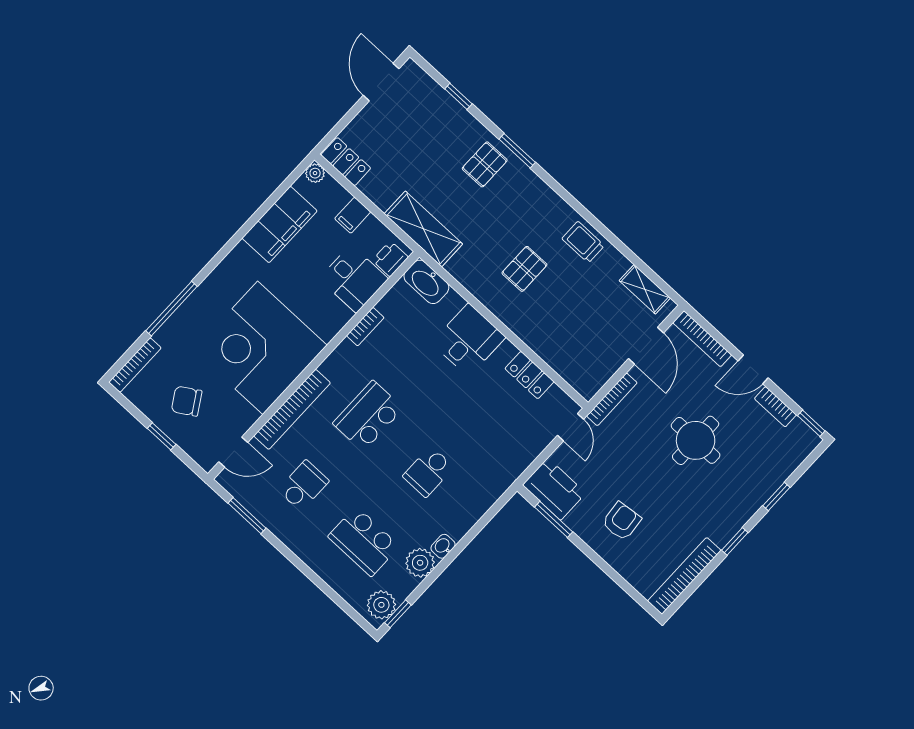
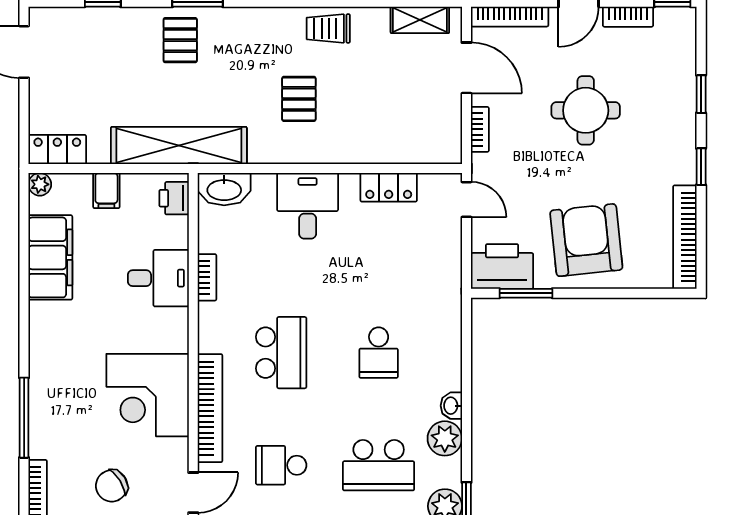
shelving: (423, 229) -> (179, 146), width x1.47
desk: (354, 279) -> (158, 278), moved
corner desk: (260, 348) -> (148, 395), width x0.74, depth x0.74
bookcase: (612, 399) -> (480, 129), width x0.64
school desk: (368, 416) -> (281, 353), turned 180
school desk: (303, 486) -> (281, 465), turned -90
armchair: (622, 521) -> (586, 240), width x1.88, depth x1.88

